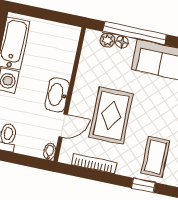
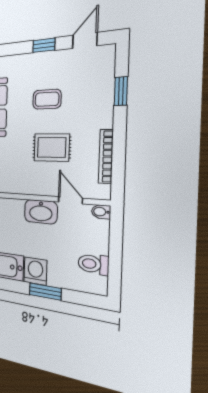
rug: (111, 115) -> (52, 147), width x0.73, depth x0.70
coffee table: (155, 157) -> (47, 99), moved, width x0.73, depth x0.77

